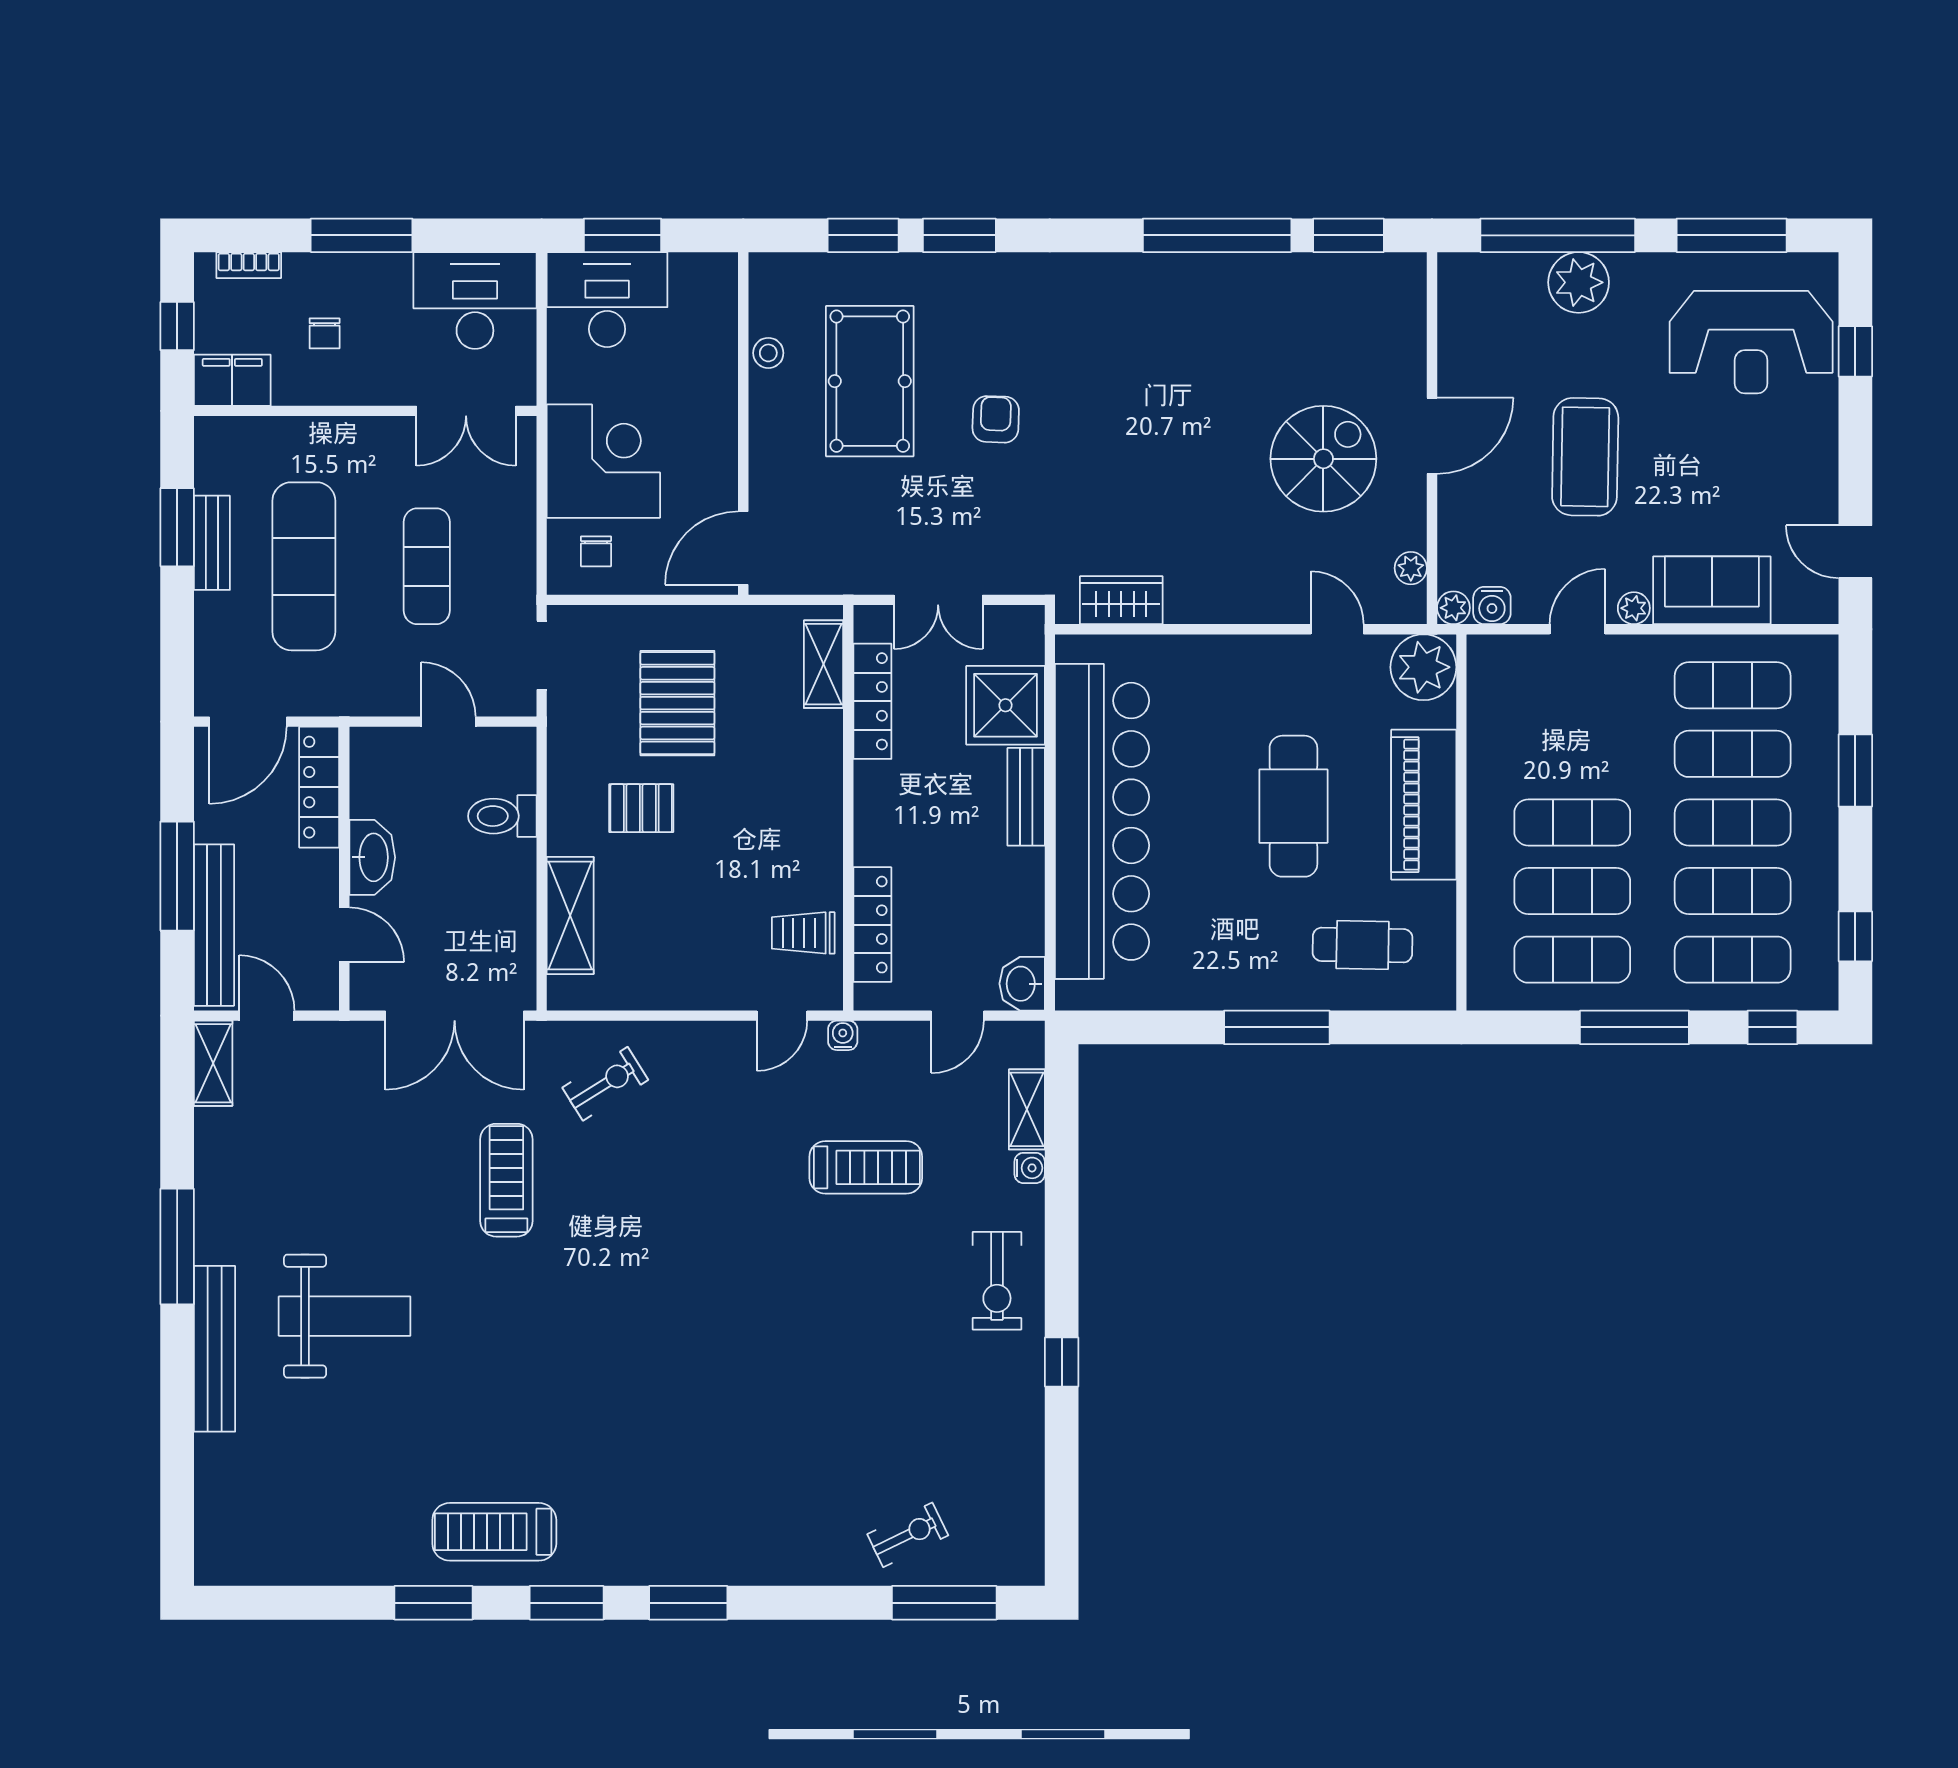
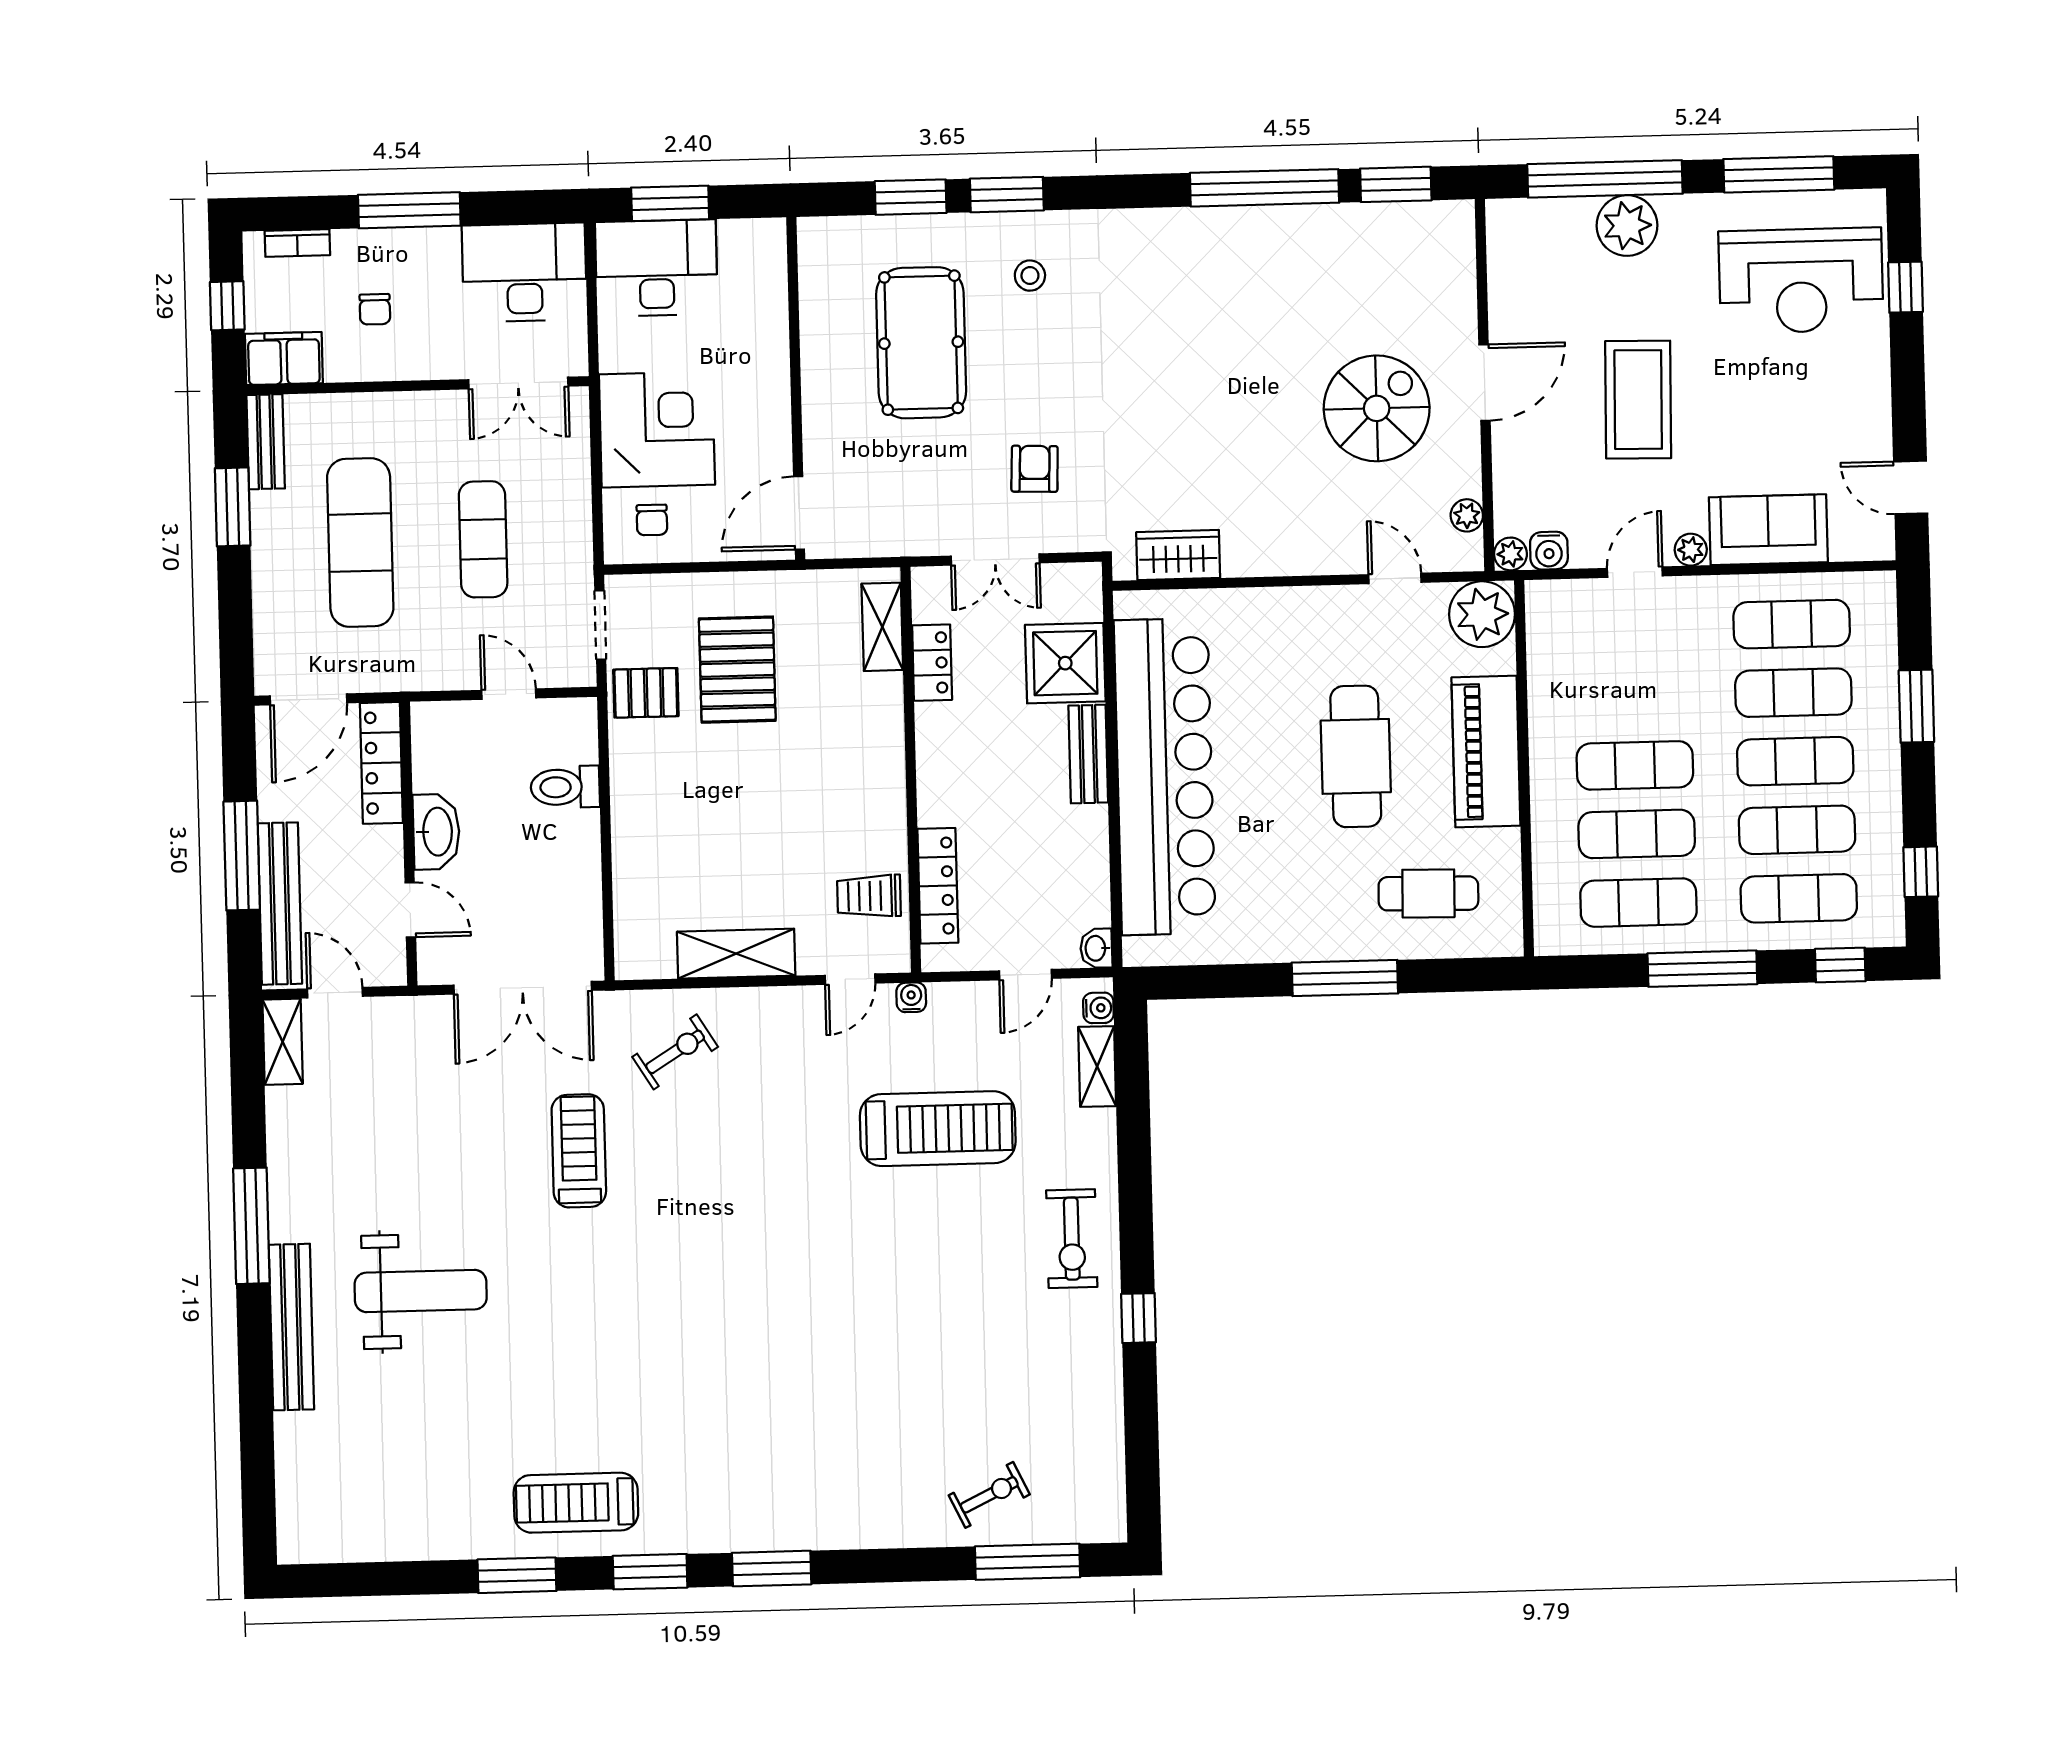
stool: (768, 353) -> (1030, 276), moved
armchair: (996, 419) -> (1035, 469), moved
bench: (212, 543) -> (266, 442), moved
locker: (872, 701) -> (932, 663), width x0.66
pallet: (641, 808) -> (646, 693), moved
shelving: (570, 916) -> (736, 954), moved, turned 90
washbasin: (1022, 984) -> (1096, 948), width x0.72, depth x0.69
treadmill: (866, 1167) -> (938, 1129), width x1.37, depth x1.38
water cooler: (1030, 1168) -> (1098, 1008), moved

